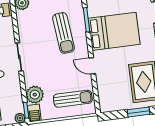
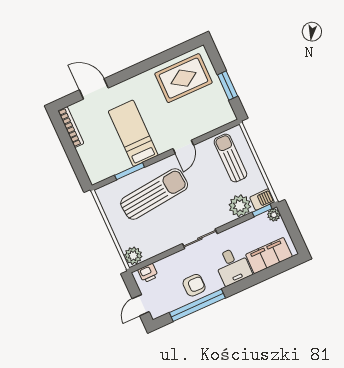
bed: (114, 31) -> (133, 133), width x0.67
sun lounger: (64, 33) -> (154, 194), width x1.36, depth x1.34
window: (139, 112) -> (228, 86), moved

